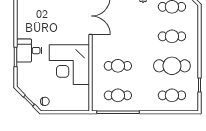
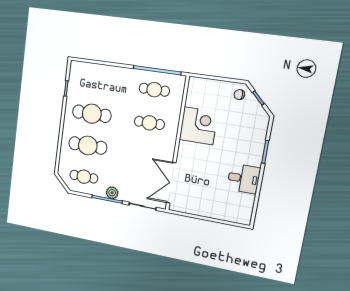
cafe table: (172, 36) -> (88, 146), width x1.37, depth x1.35
desk: (29, 51) -> (244, 179), moved
corner desk: (69, 65) -> (198, 126), width x0.74, depth x0.74
cafe table: (172, 95) -> (96, 81), removed

